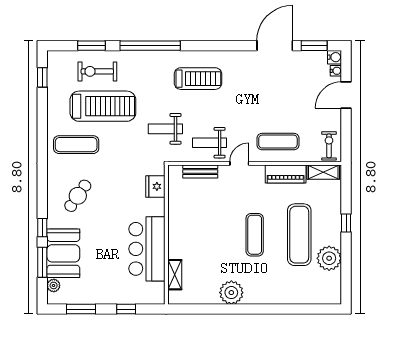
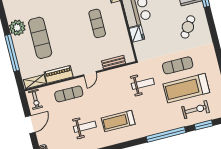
treadmill: (198, 79) -> (118, 121), moved
door: (346, 95) -> (30, 125), moved
weight bench: (209, 143) -> (85, 127), moved
exercise mat: (76, 145) -> (178, 65), moved
fridge: (155, 186) -> (137, 34), moved
window: (346, 223) -> (12, 53), width x3.17
exercise mat: (255, 235) -> (97, 23), moved

